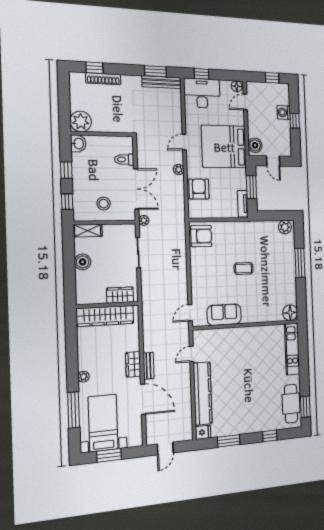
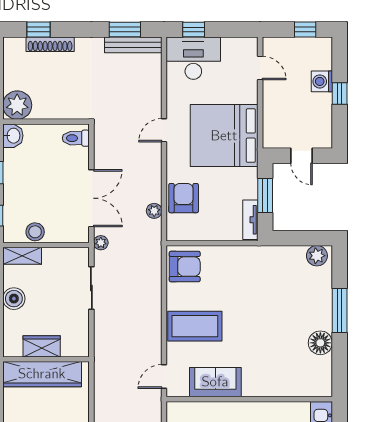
floor lamp: (237, 86) -> (247, 45), removed
door: (245, 102) -> (260, 68), swing flipped
boiler: (255, 145) -> (273, 133), removed
toilet: (124, 159) -> (76, 138), moved
plant: (179, 169) -> (154, 211), moved
stool: (104, 204) -> (35, 232), moved
coffee table: (244, 268) -> (195, 326), moved, width x1.86, depth x1.72
wardrobe: (120, 295) -> (42, 346), moved
floor lamp: (290, 313) -> (320, 343), moved

